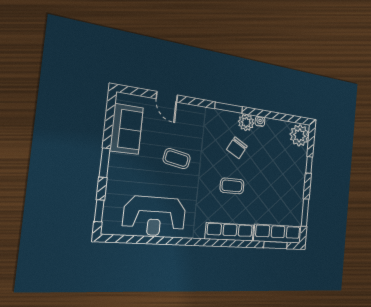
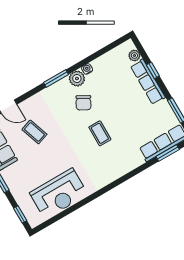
plant: (299, 135) -> (134, 55), width x0.53, depth x0.53
coffee table: (177, 159) -> (34, 132), moved, turned 60
coffee table: (232, 186) -> (100, 133), turned 90
row of seats: (230, 232) -> (148, 82), moved, turned -90

